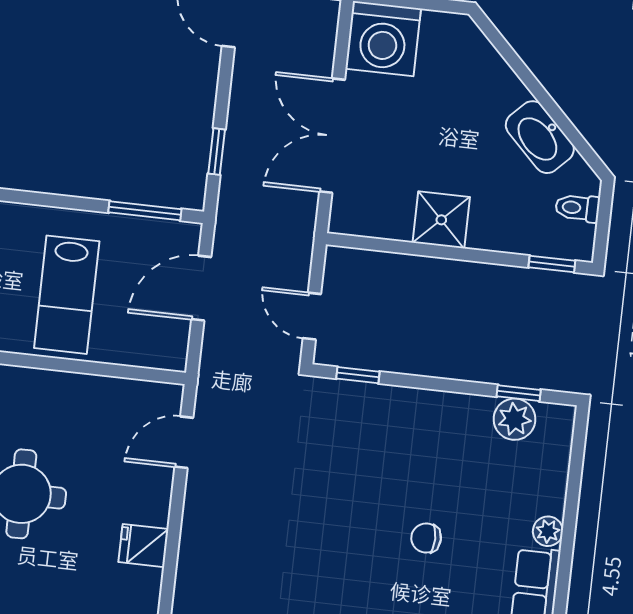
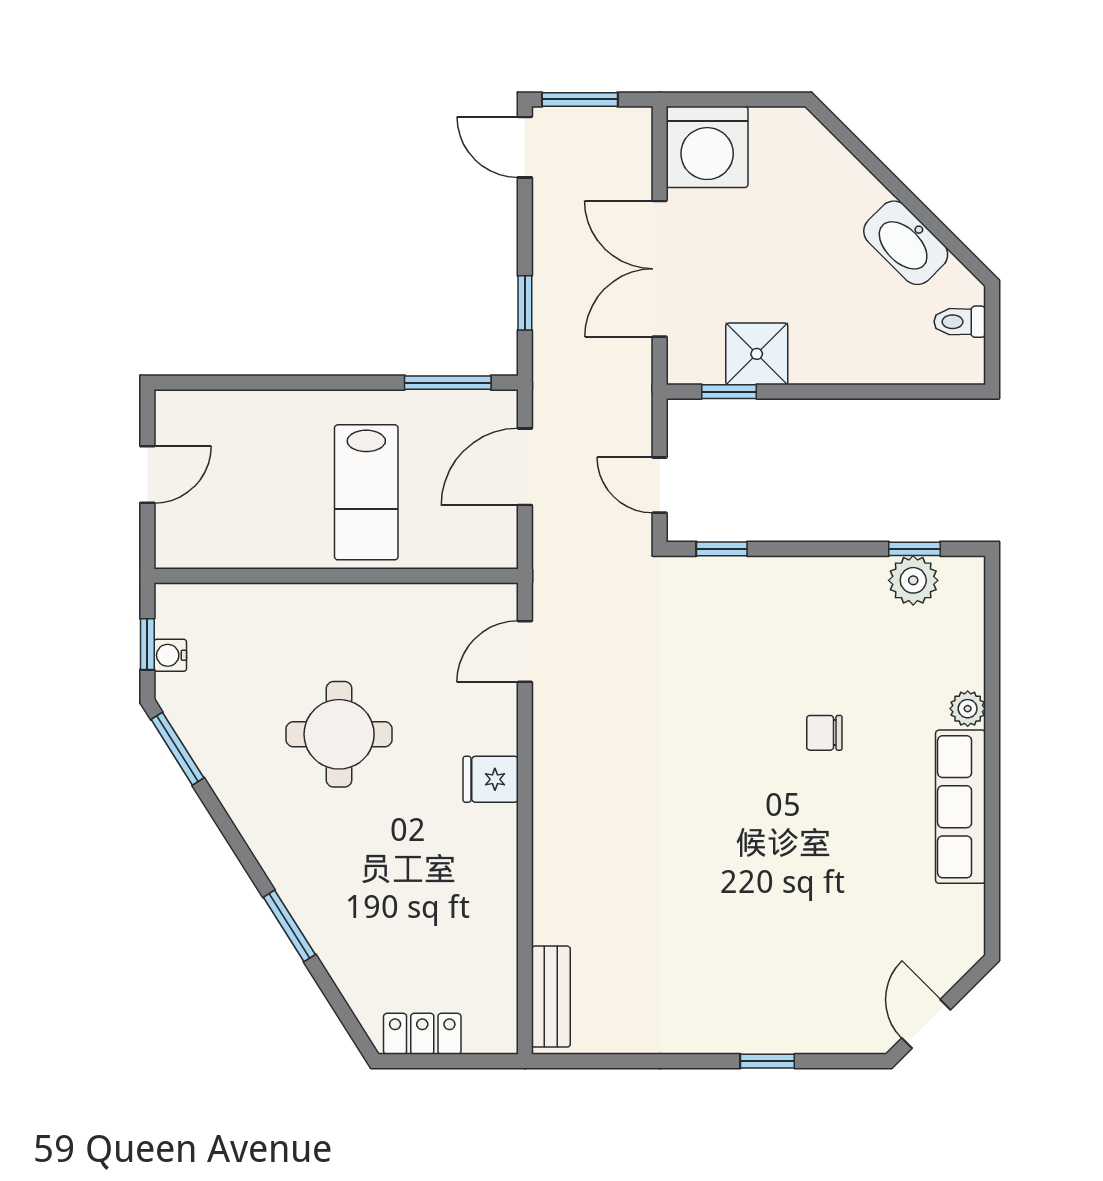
shower: (441, 220) -> (757, 354), moved
window: (552, 264) -> (729, 392), moved

